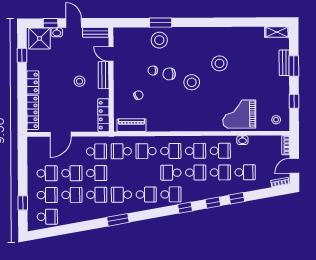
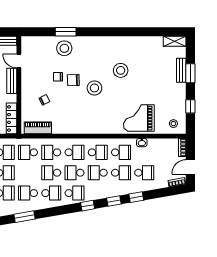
school desk: (146, 173) -> (51, 173), added
school desk: (196, 173) -> (98, 173), turned 180

